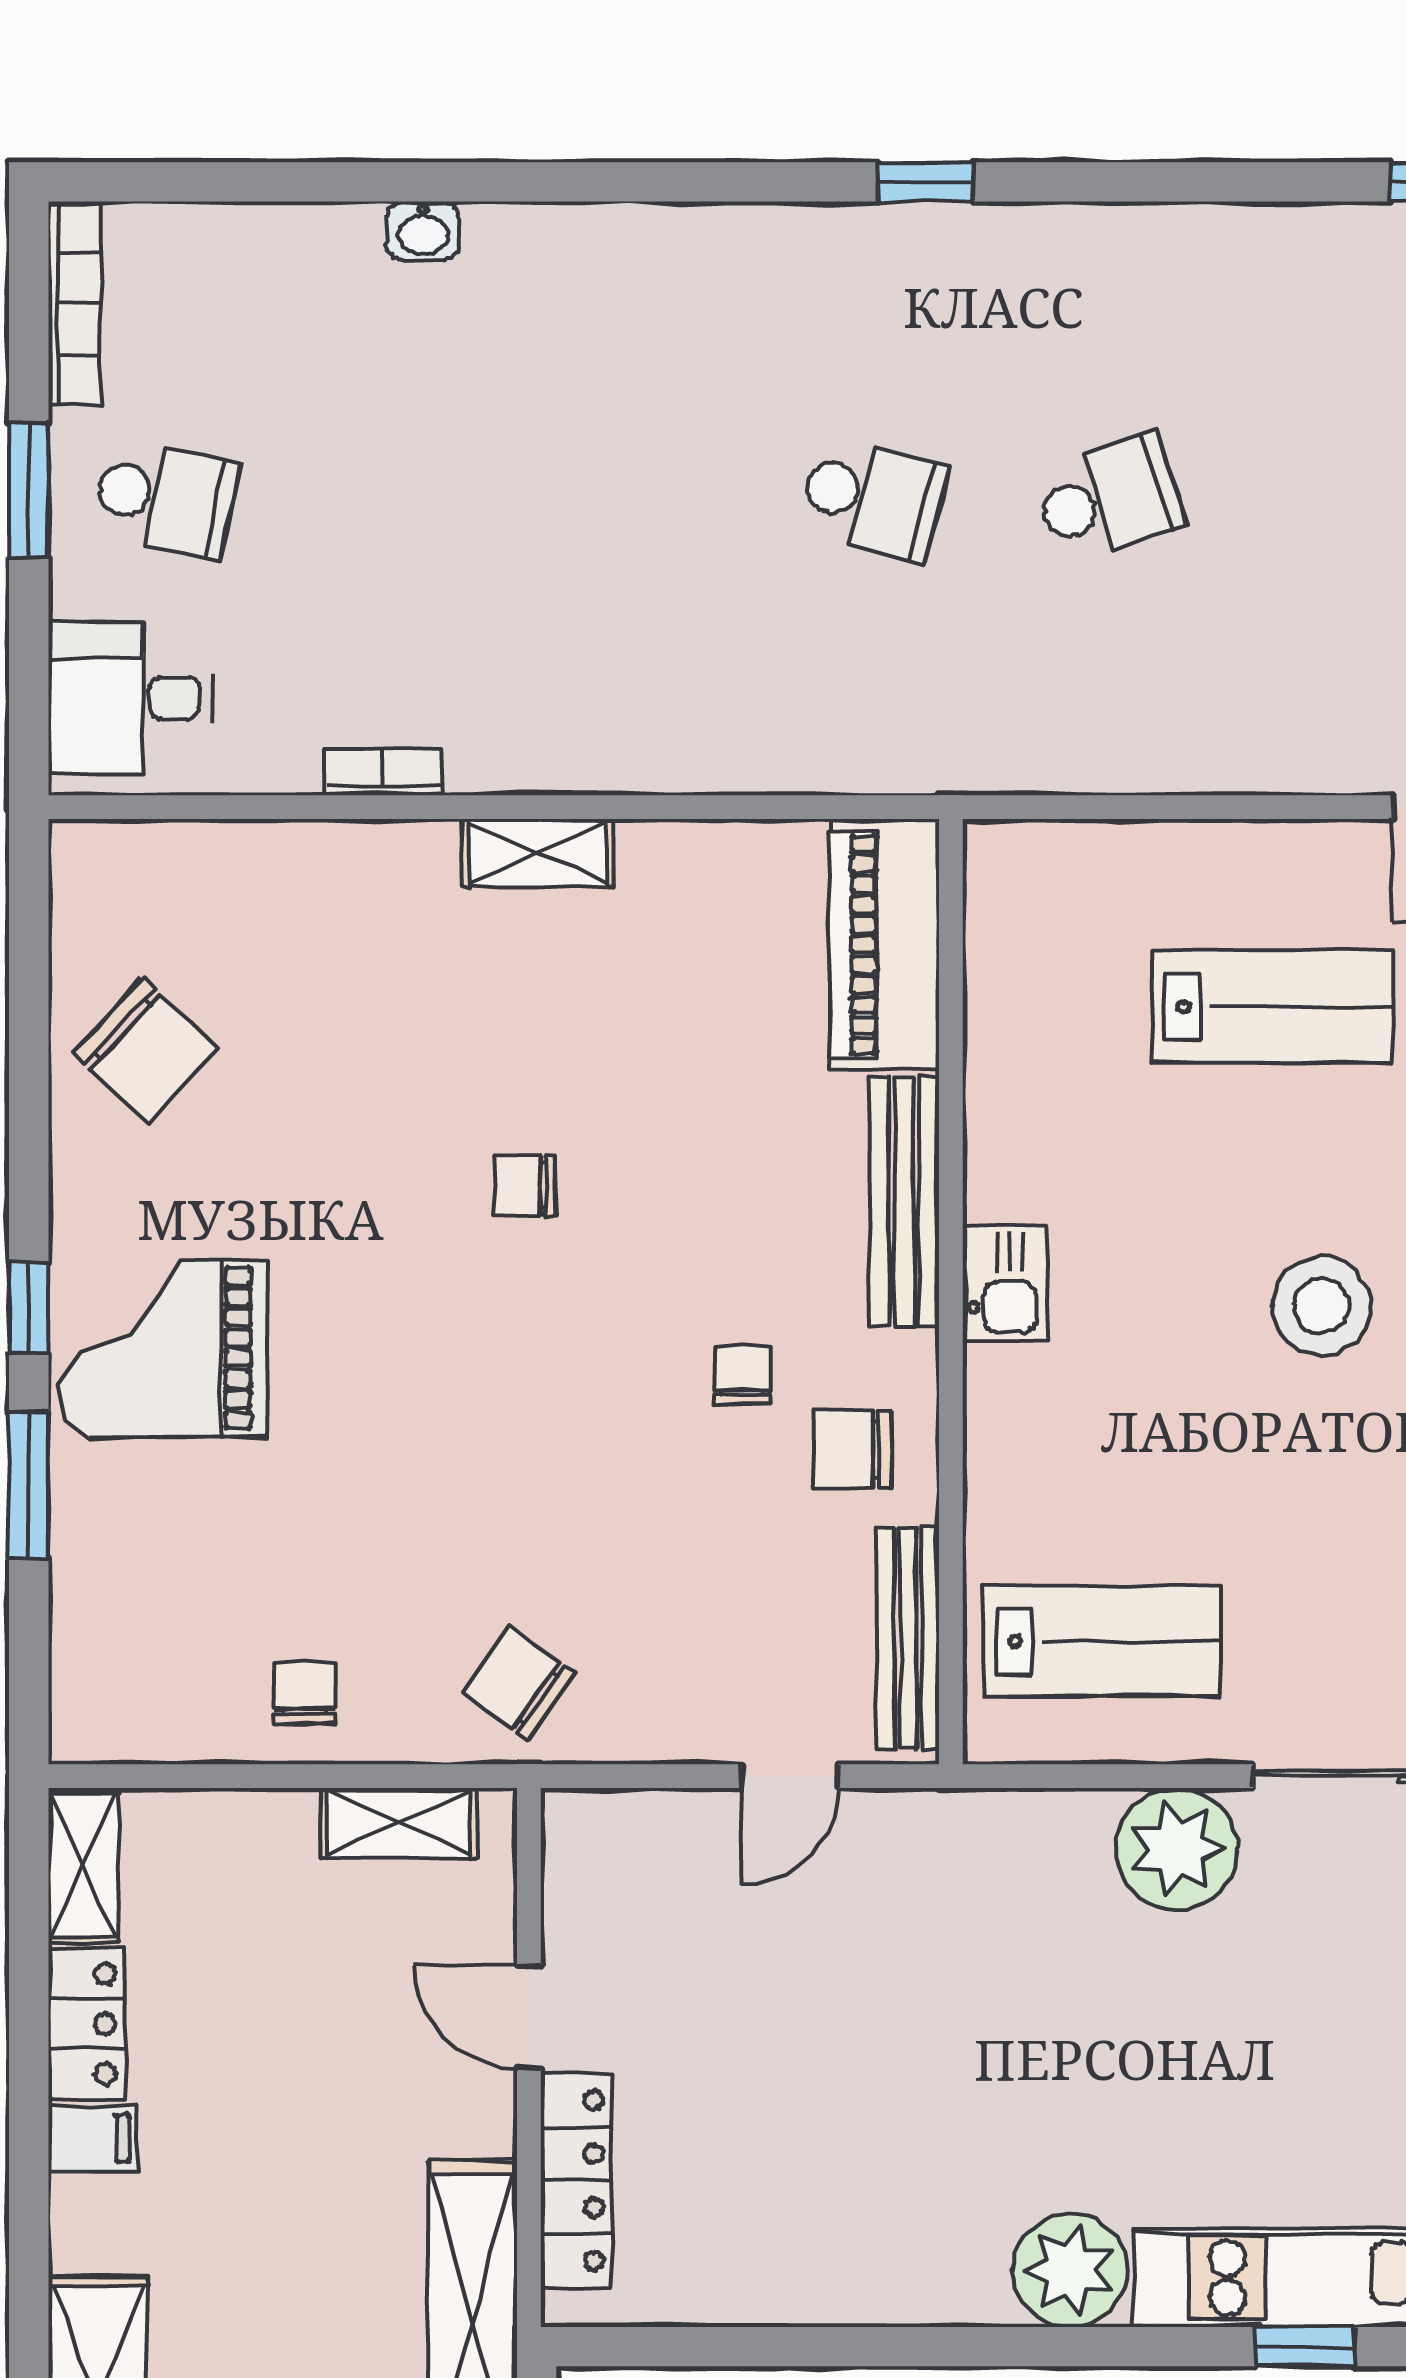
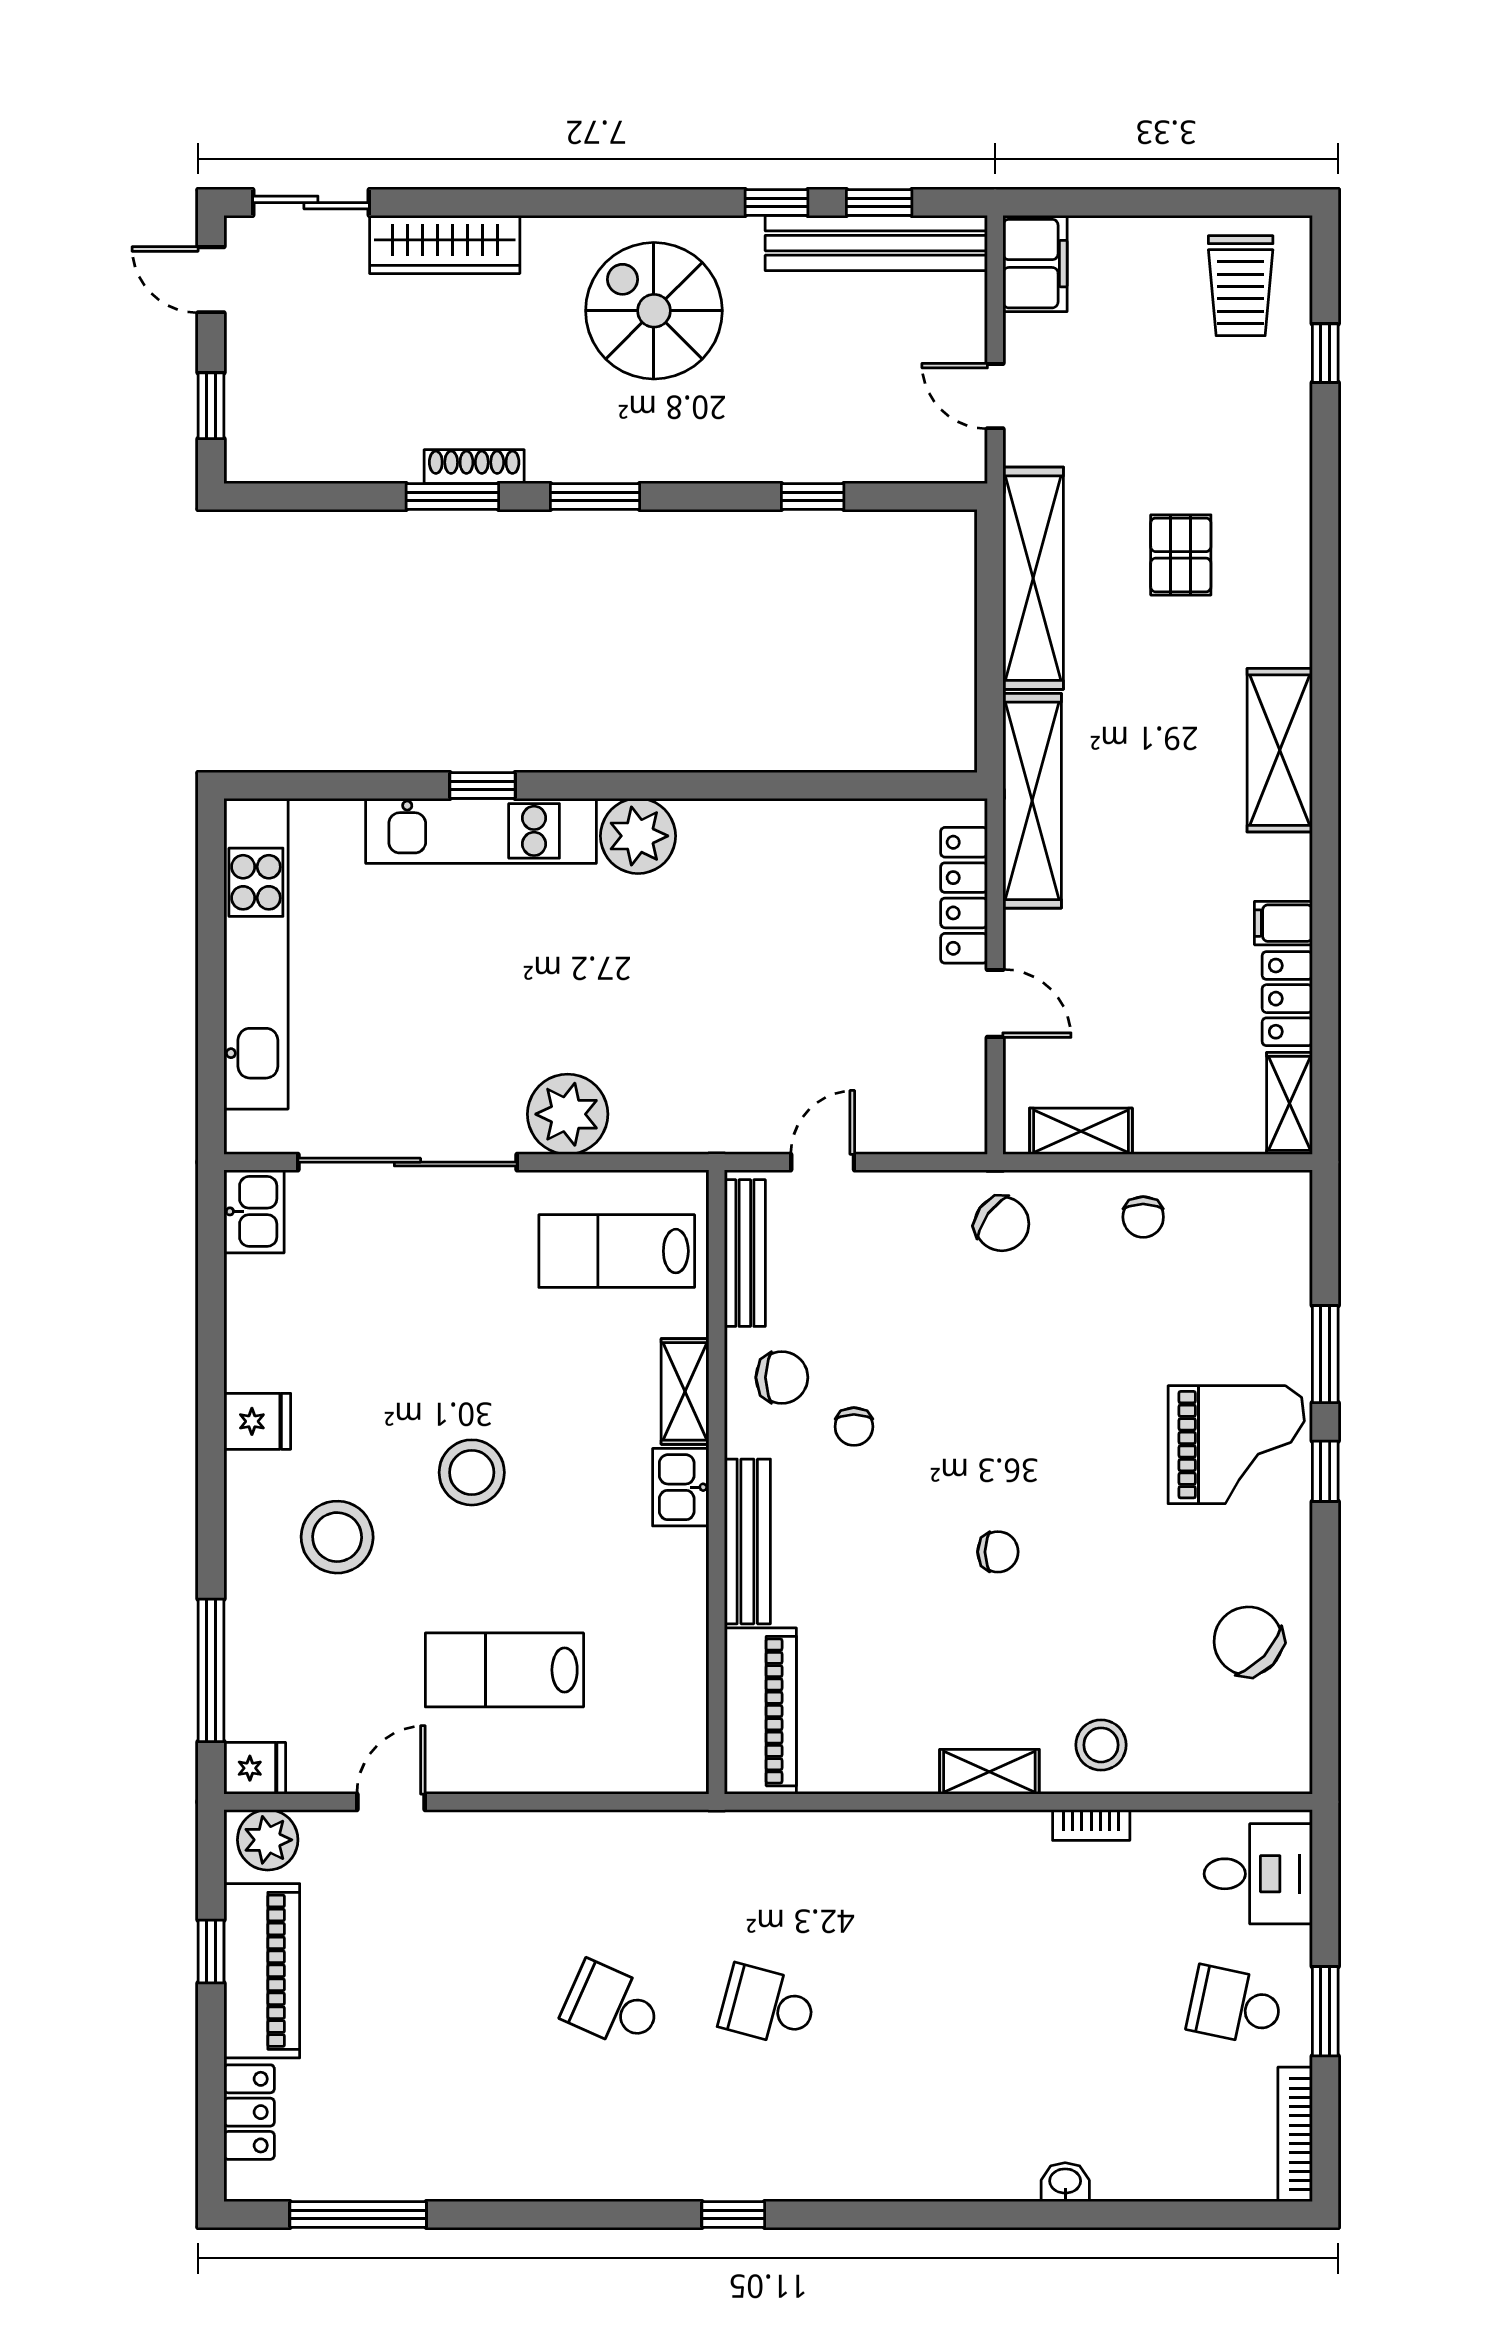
school desk: (1109, 498) -> (612, 2006), turned 42
stool: (368, 893) -> (1101, 1745), added
shelving: (999, 1429) -> (685, 1391), added

